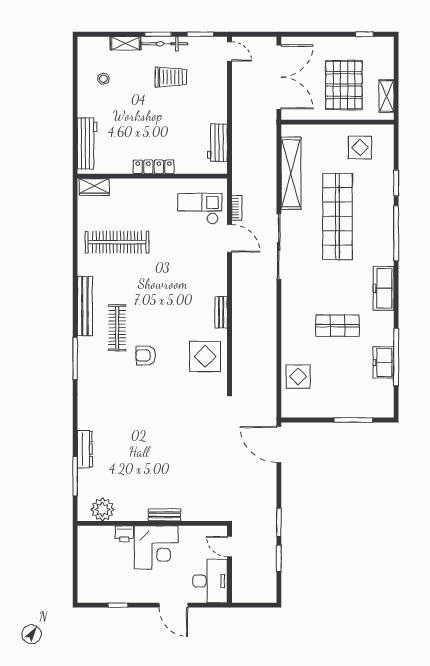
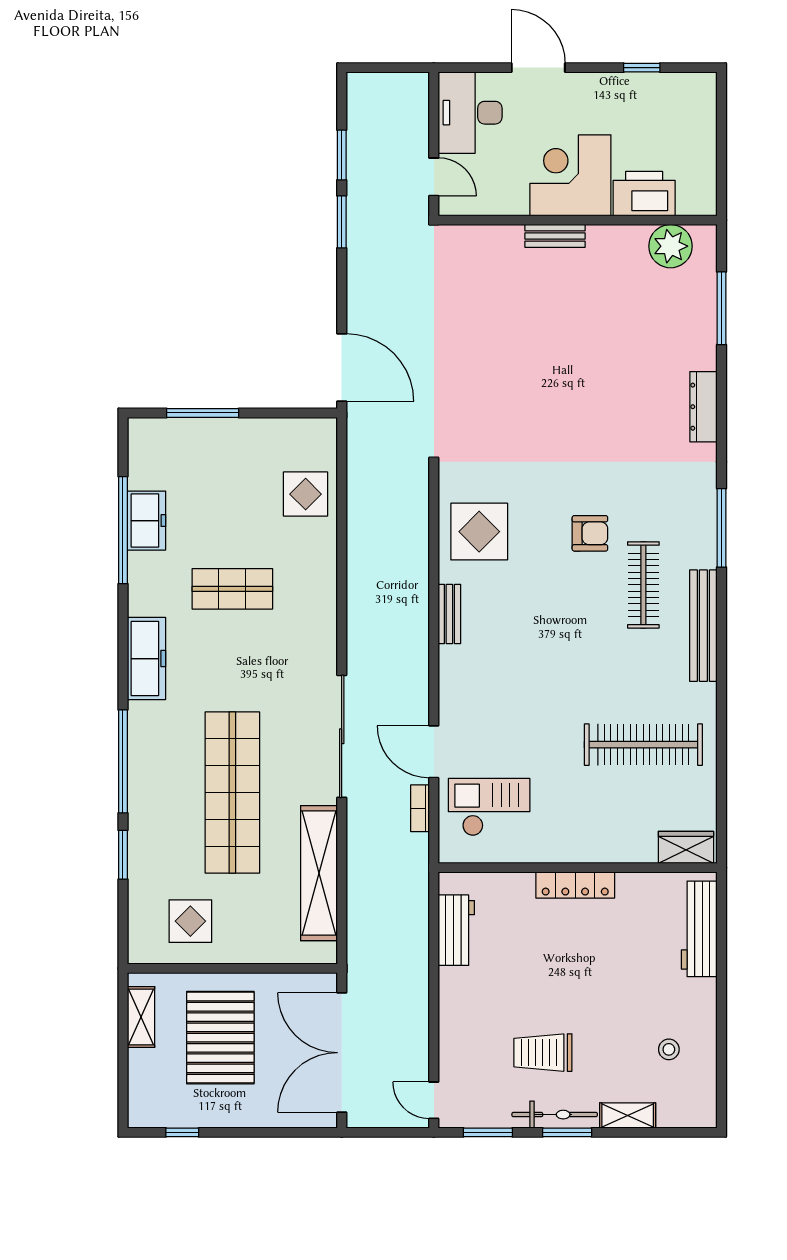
checkout: (200, 209) -> (489, 807), turned 180
dresser: (85, 449) -> (703, 407), moved
printer: (124, 534) -> (644, 194), width x1.87, depth x1.48

